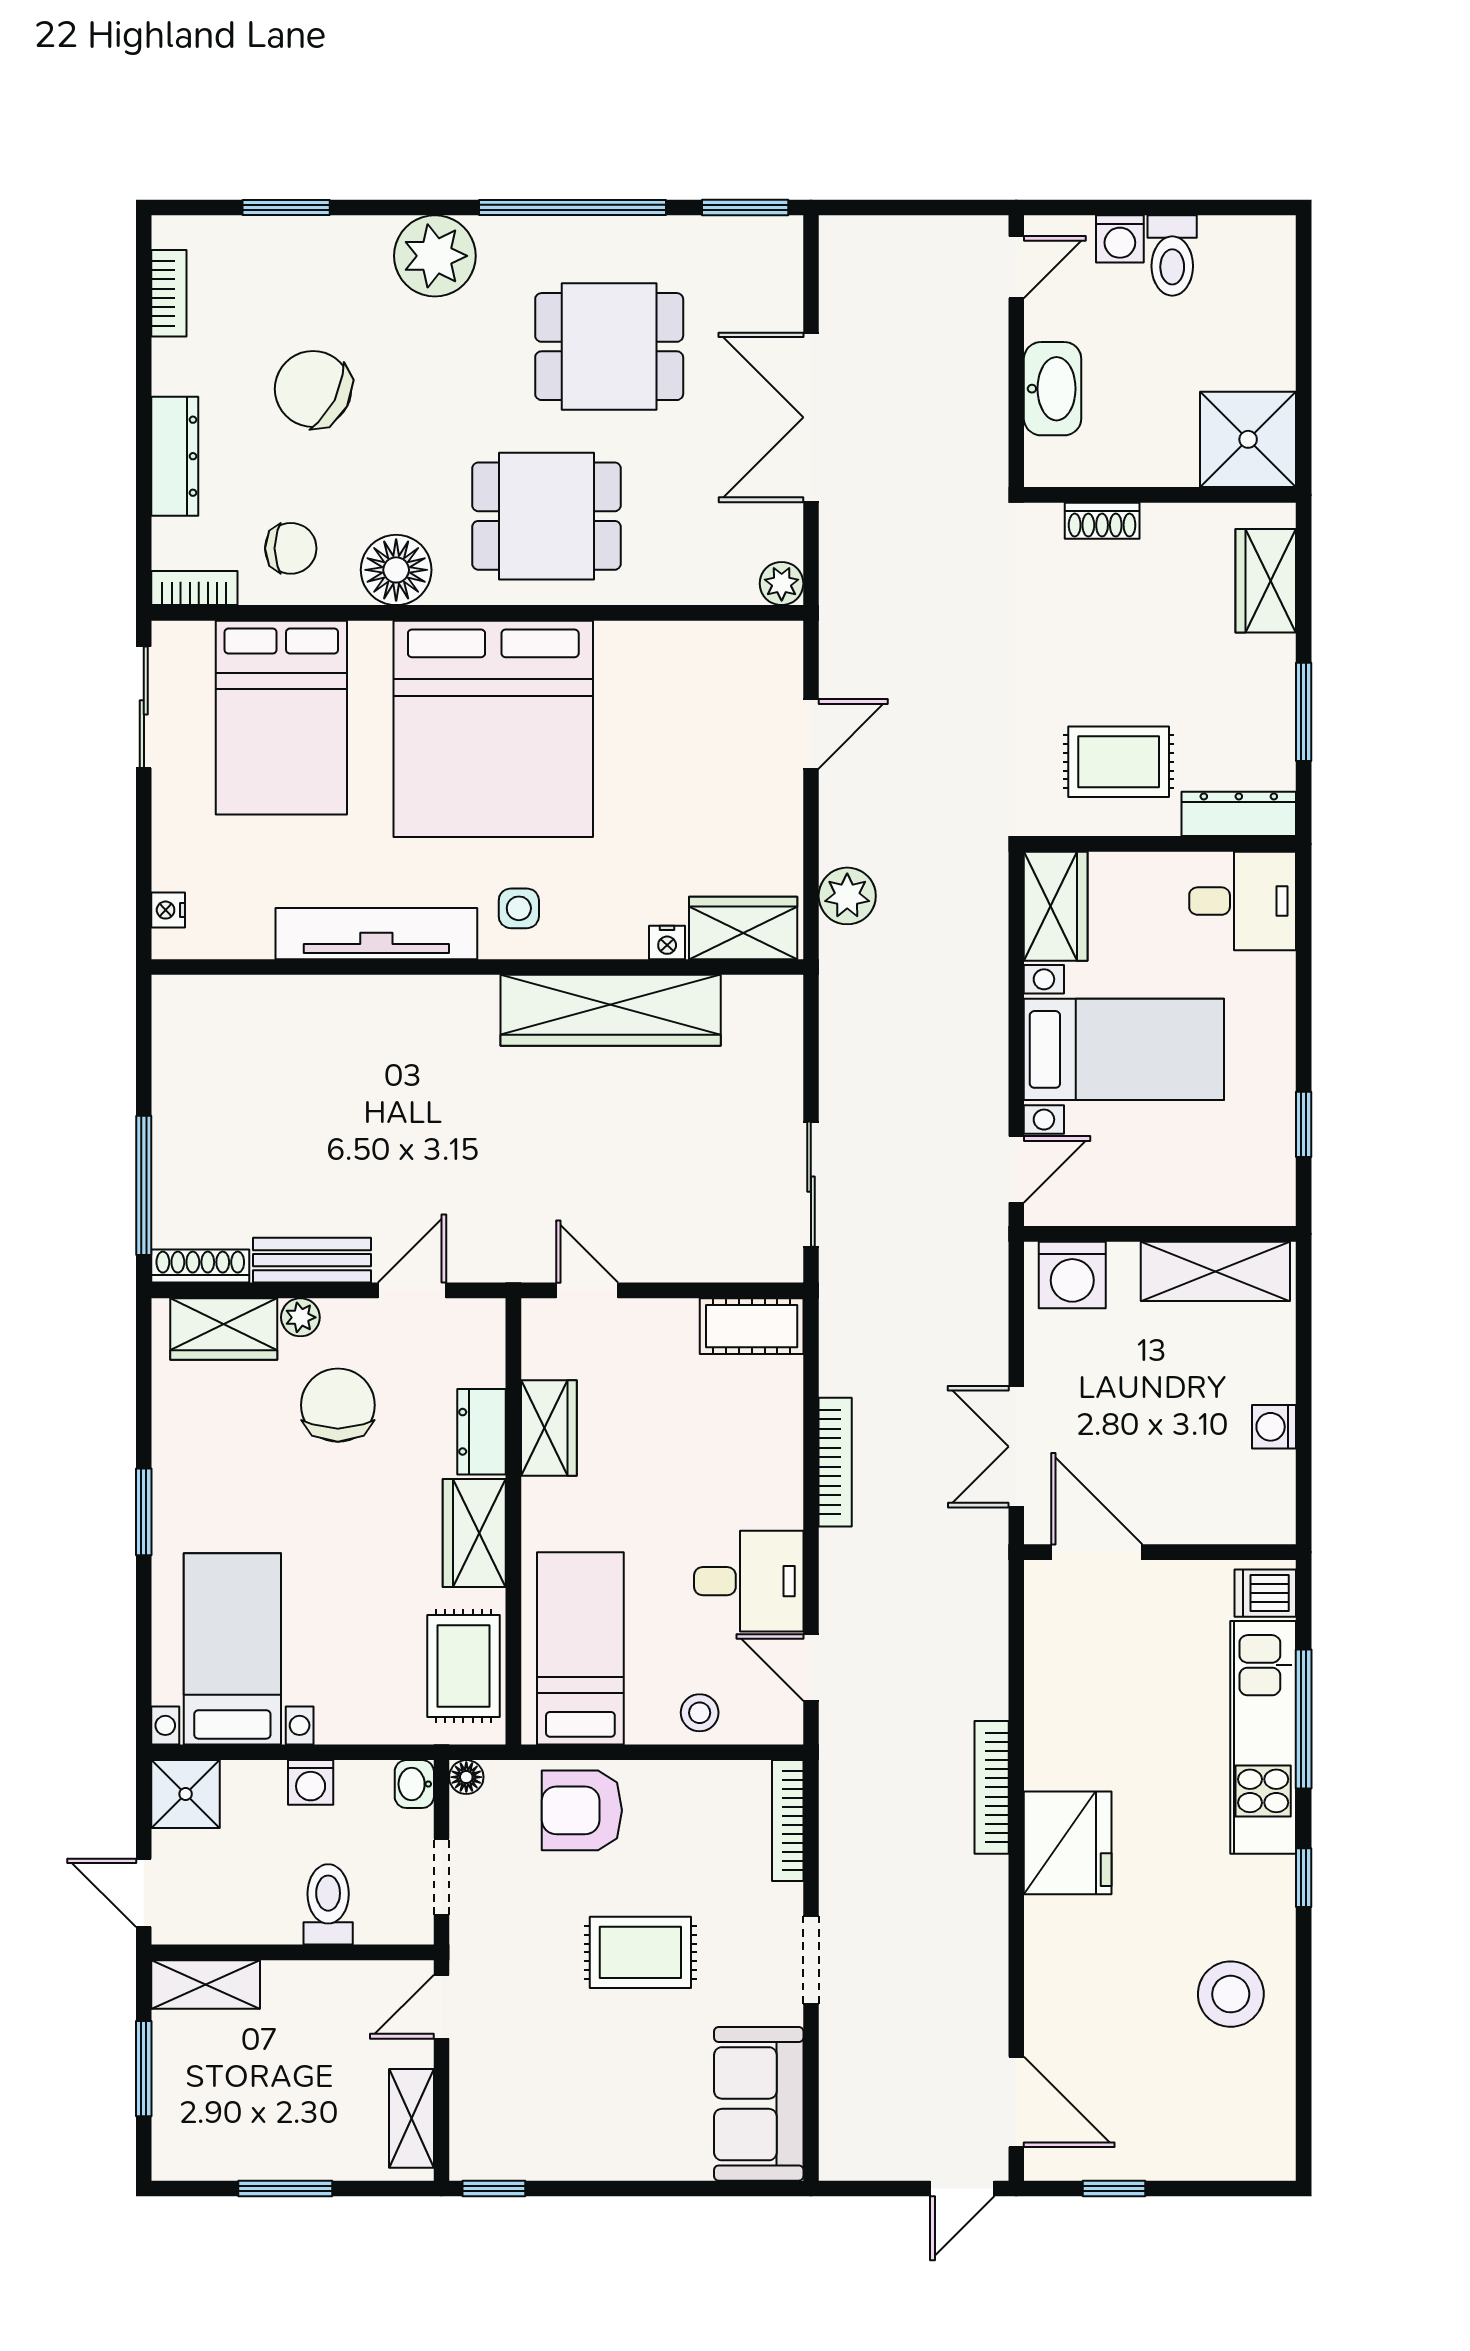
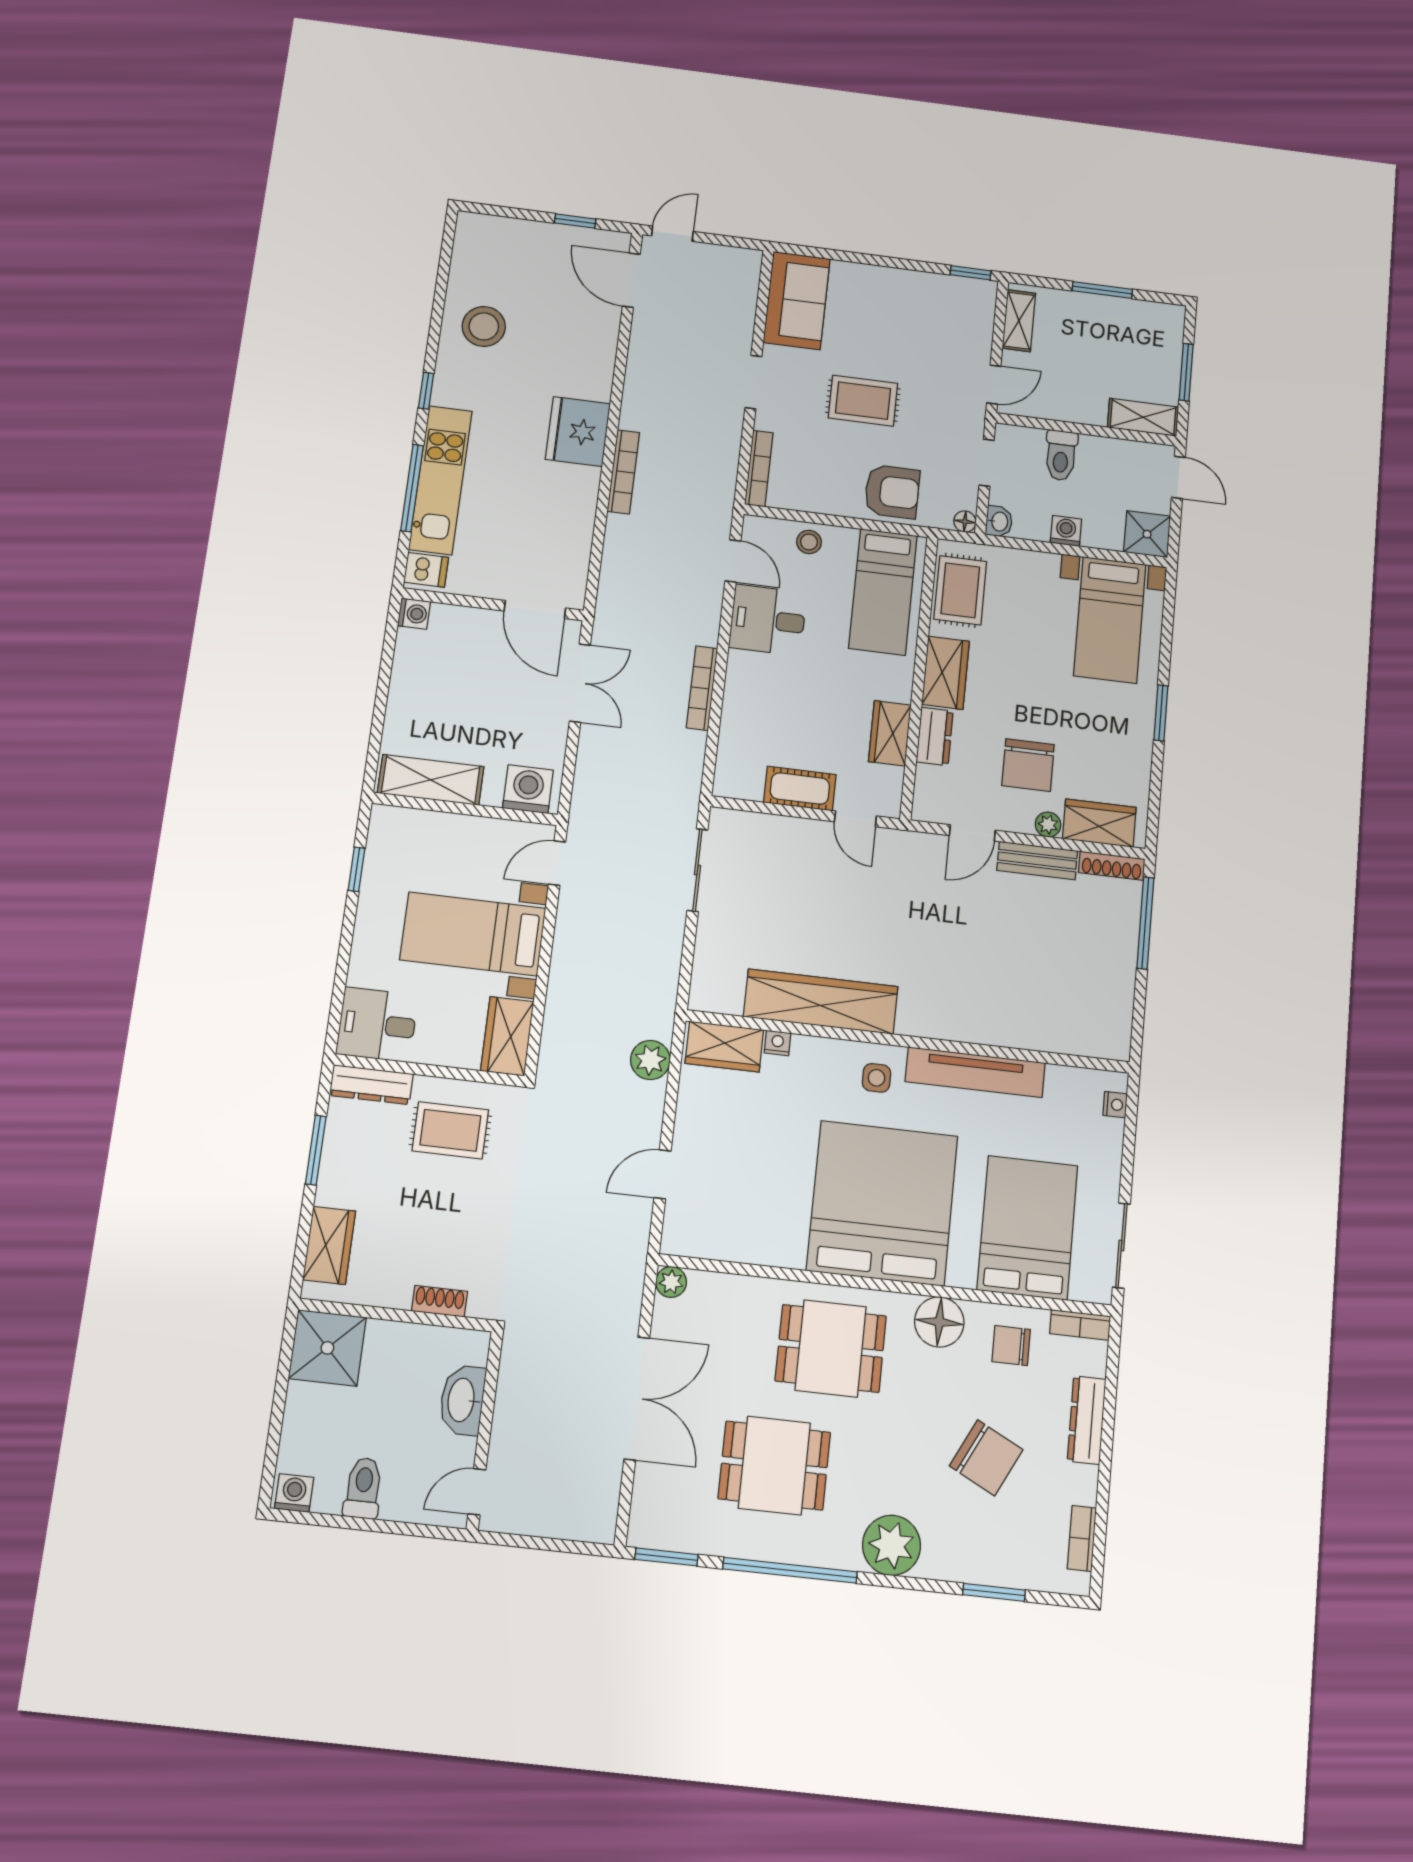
washing machine: (1120, 239) -> (294, 1493), moved
cot: (752, 1326) -> (800, 789), moved
washing machine: (1274, 1427) -> (414, 614), moved

